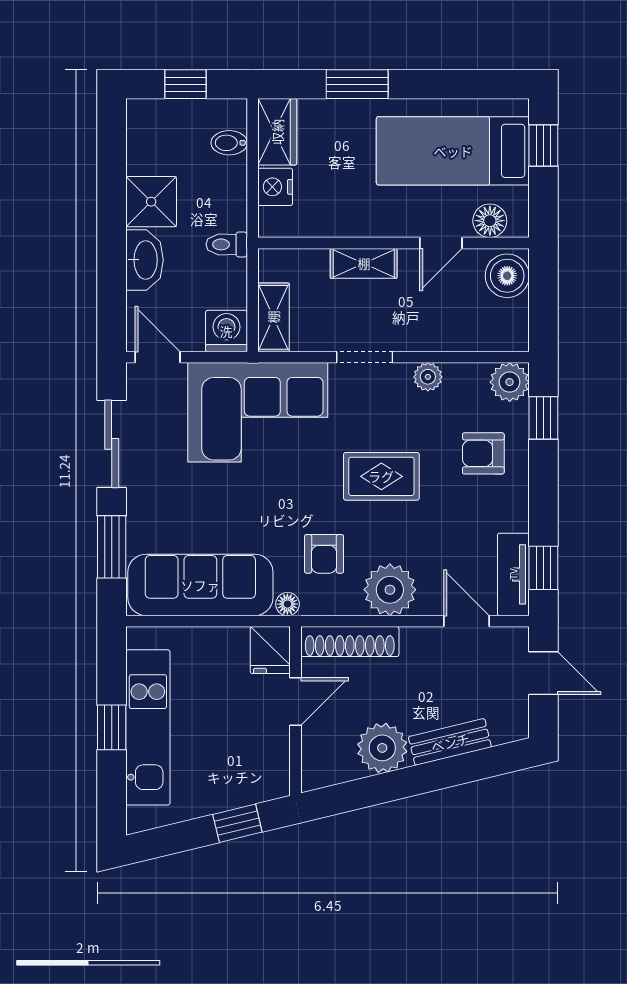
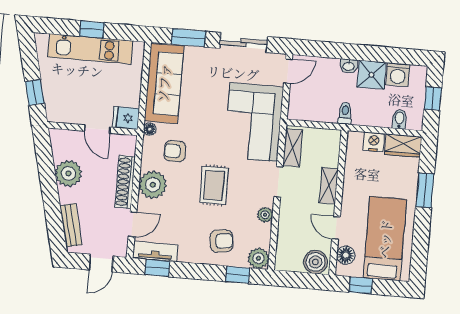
window: (543, 145) -> (361, 285), moved
washbasin: (145, 260) -> (349, 66), width x0.52, depth x0.69
shelving: (273, 317) -> (293, 148), moved, turned 90
washing machine: (226, 331) -> (398, 75), moved, turned 90
armchair: (483, 453) -> (221, 241), turned 83
shoe rack: (350, 642) -> (125, 182), moved
bench: (450, 742) -> (71, 225), moved

